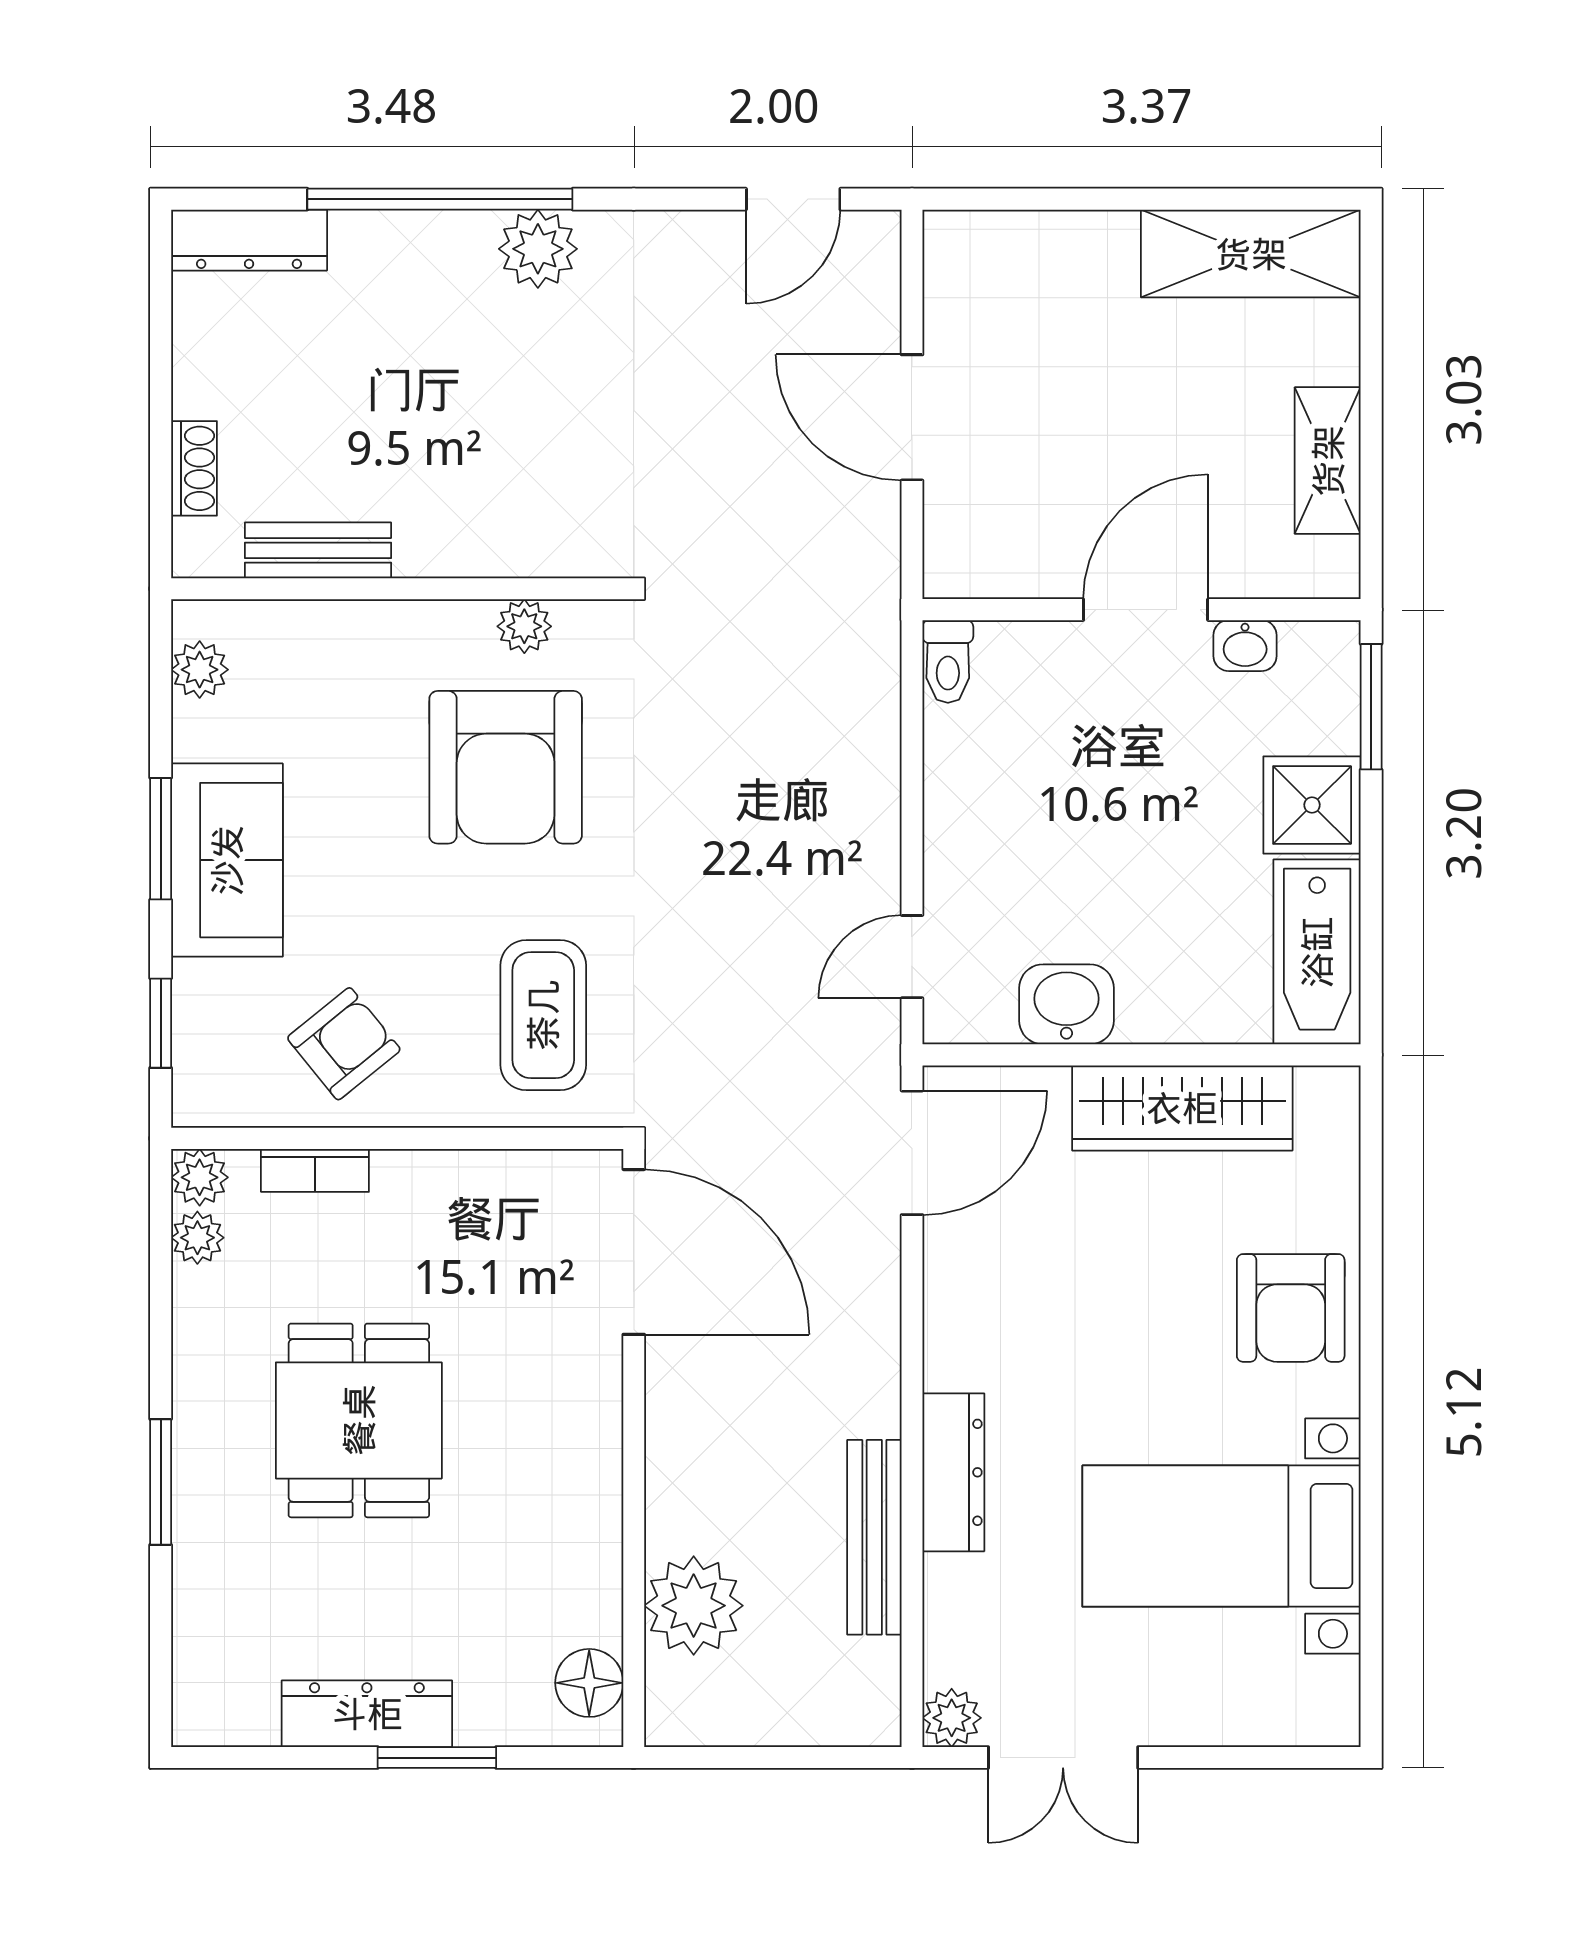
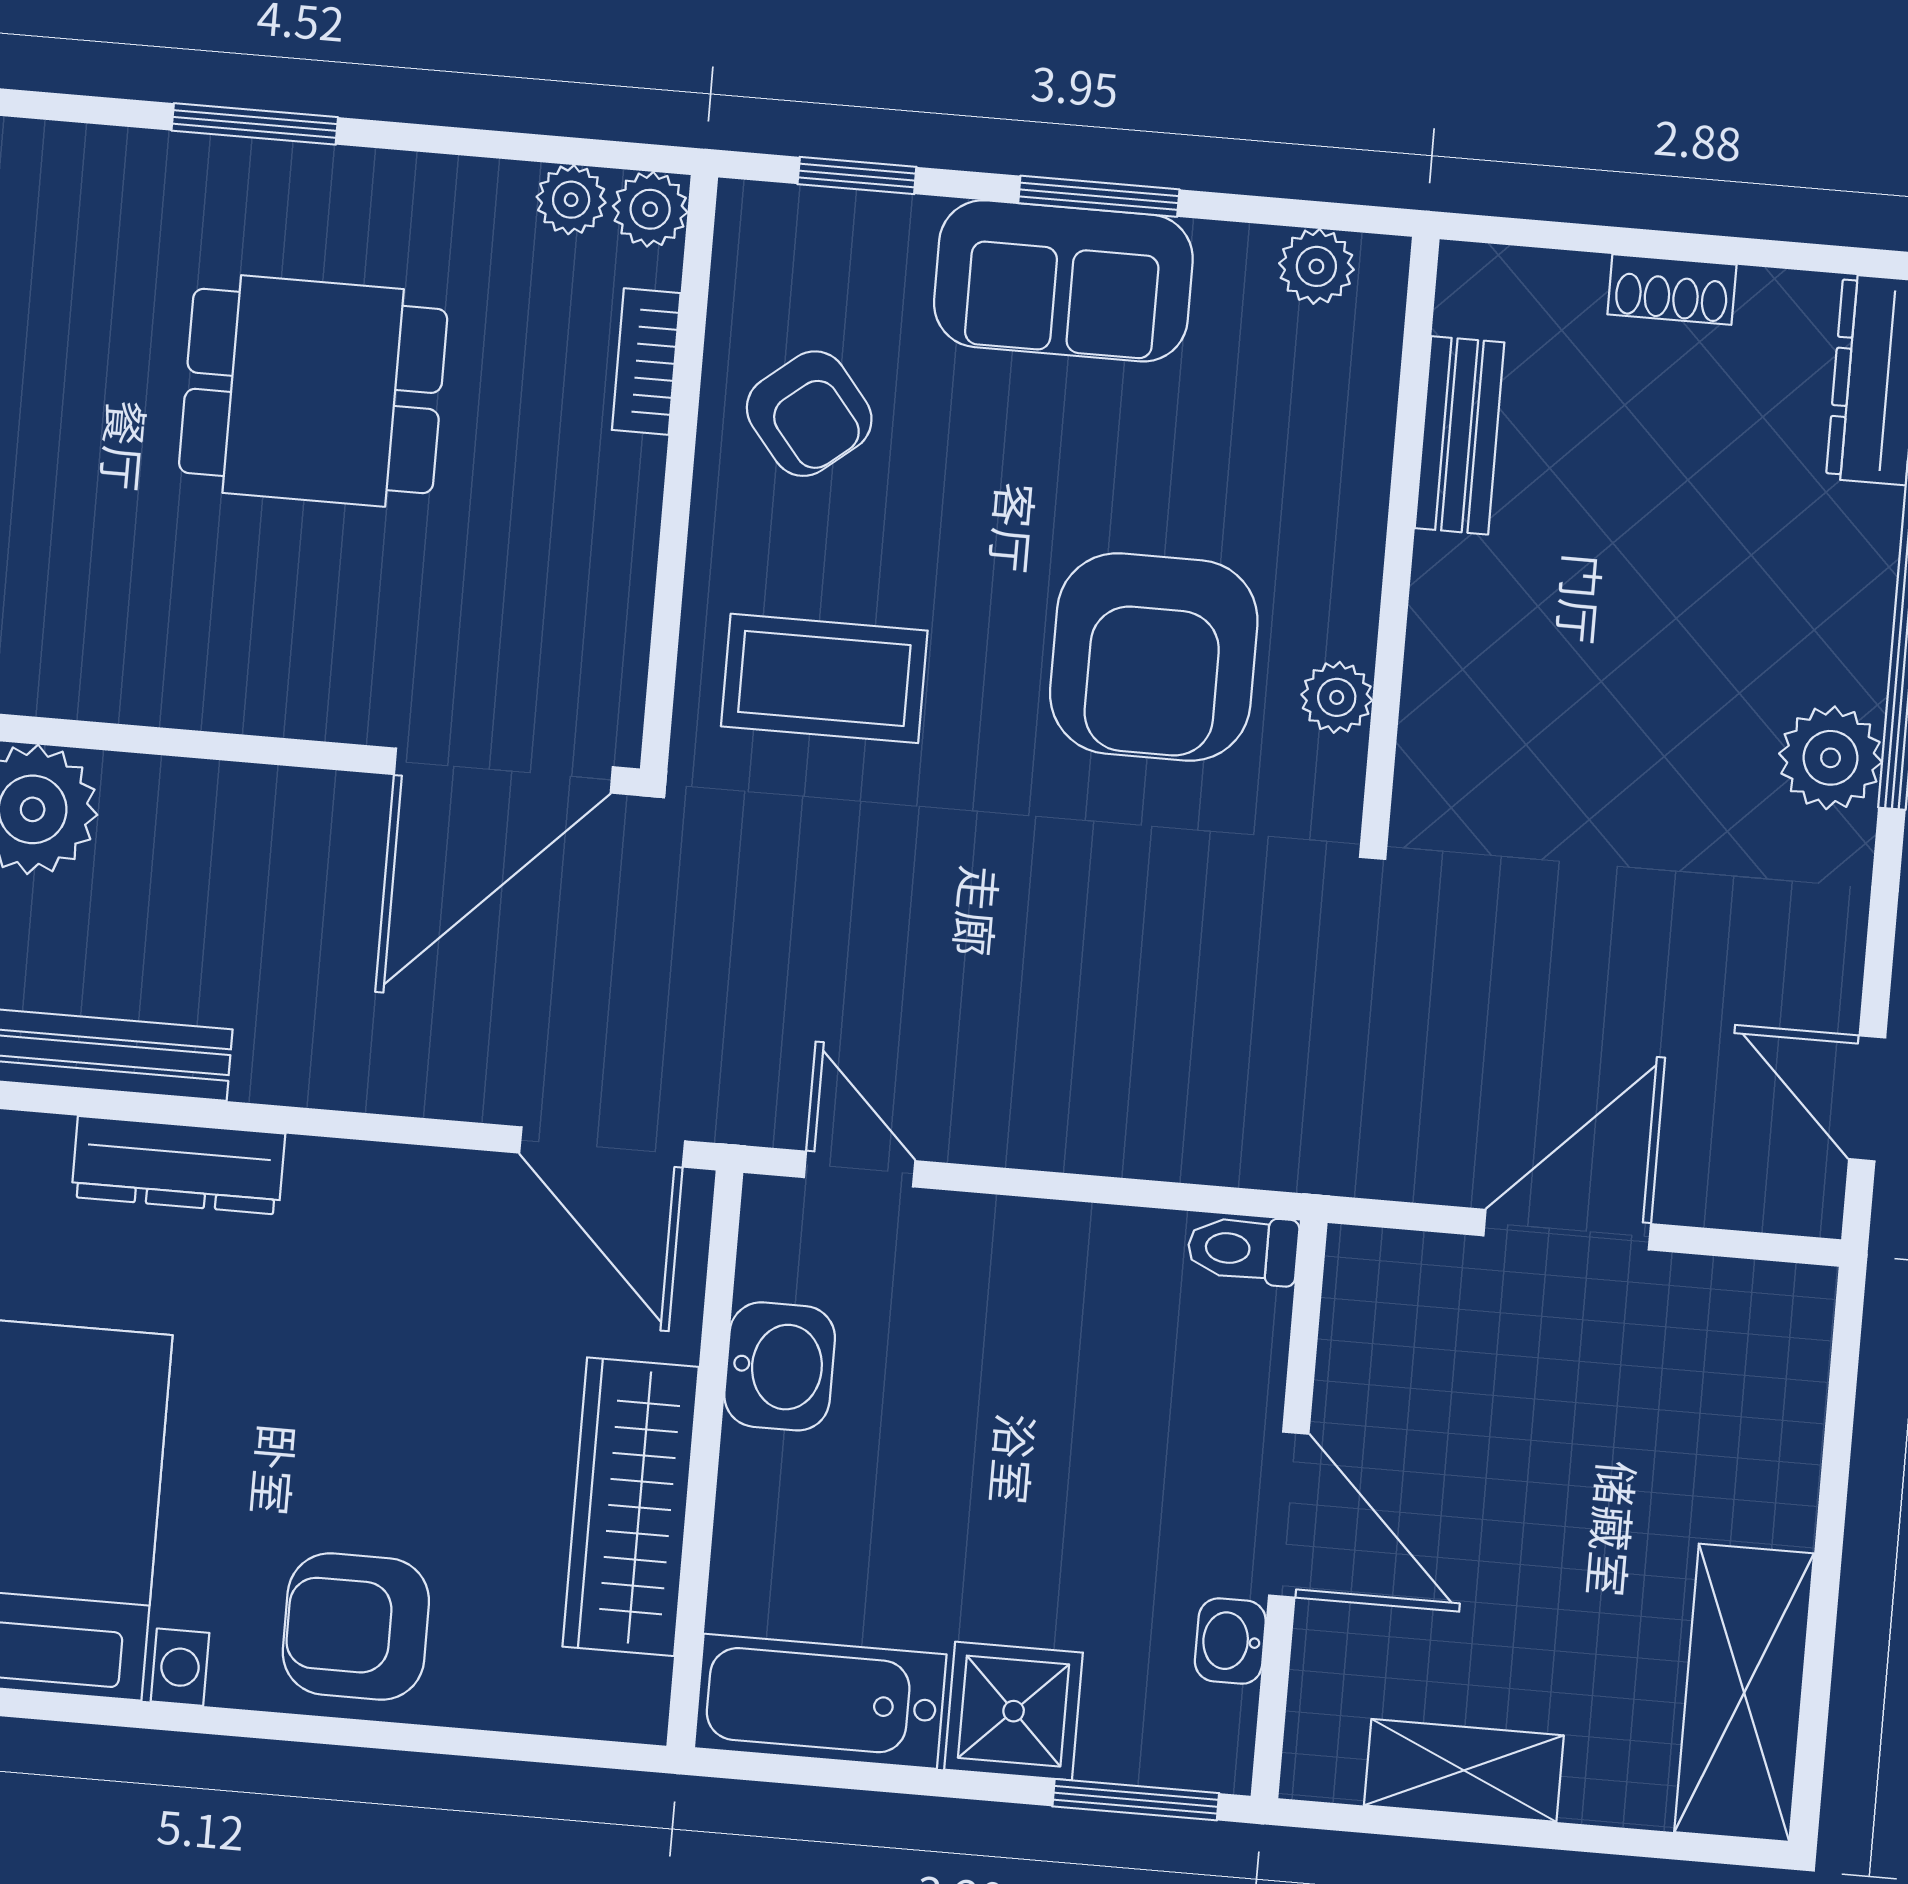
shoe rack: (194, 468) -> (1672, 290), moved
armchair: (506, 767) -> (1154, 657), turned -90

